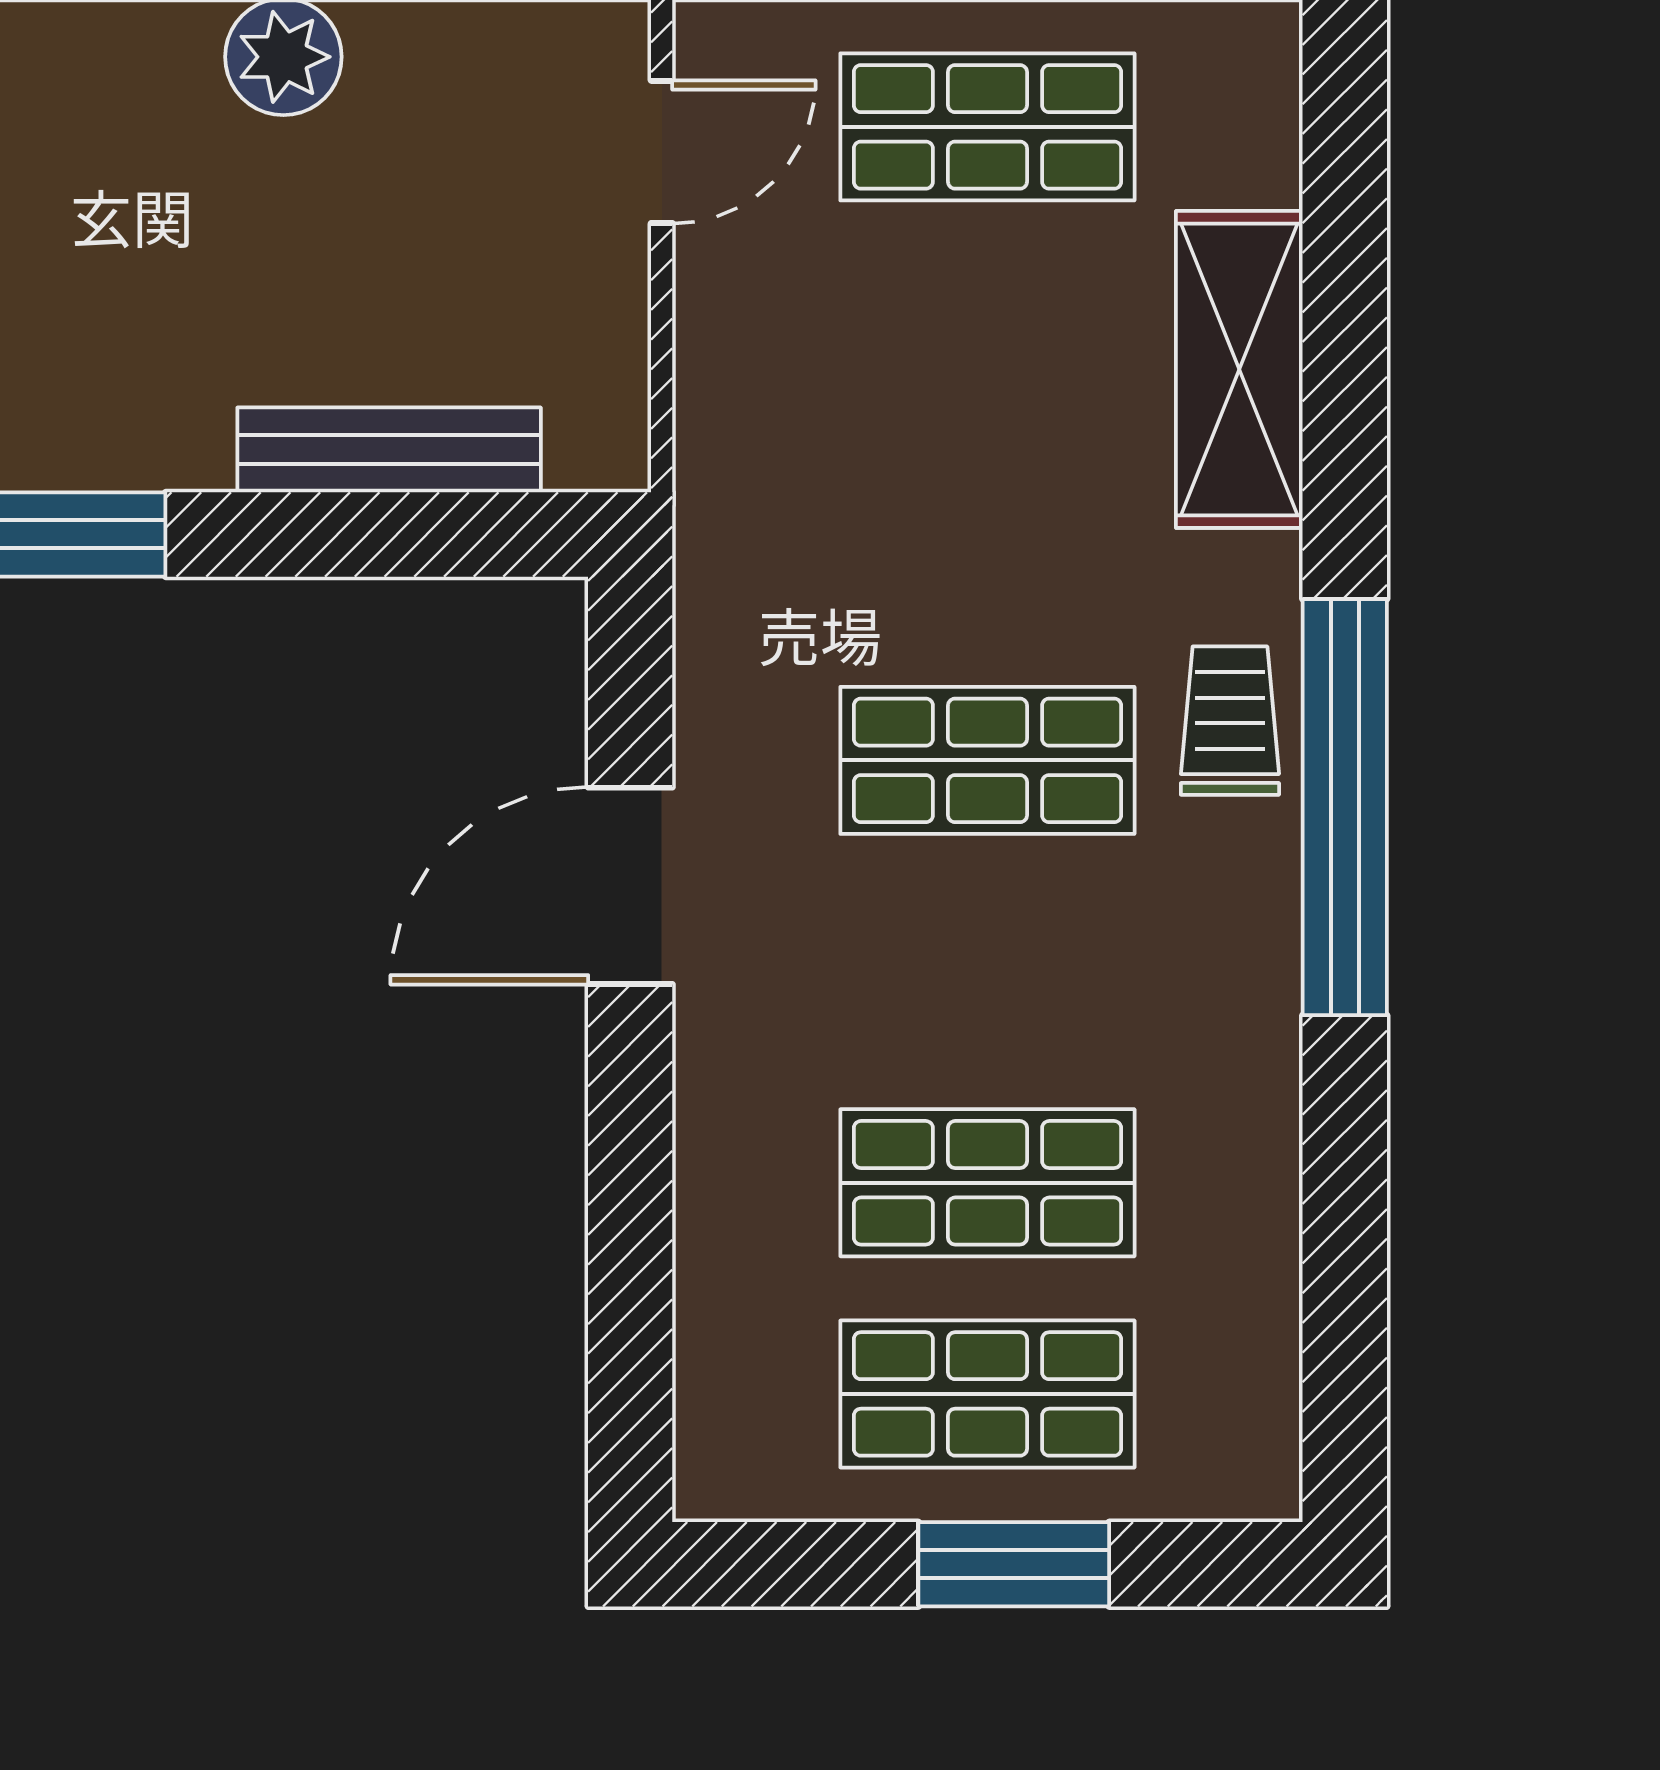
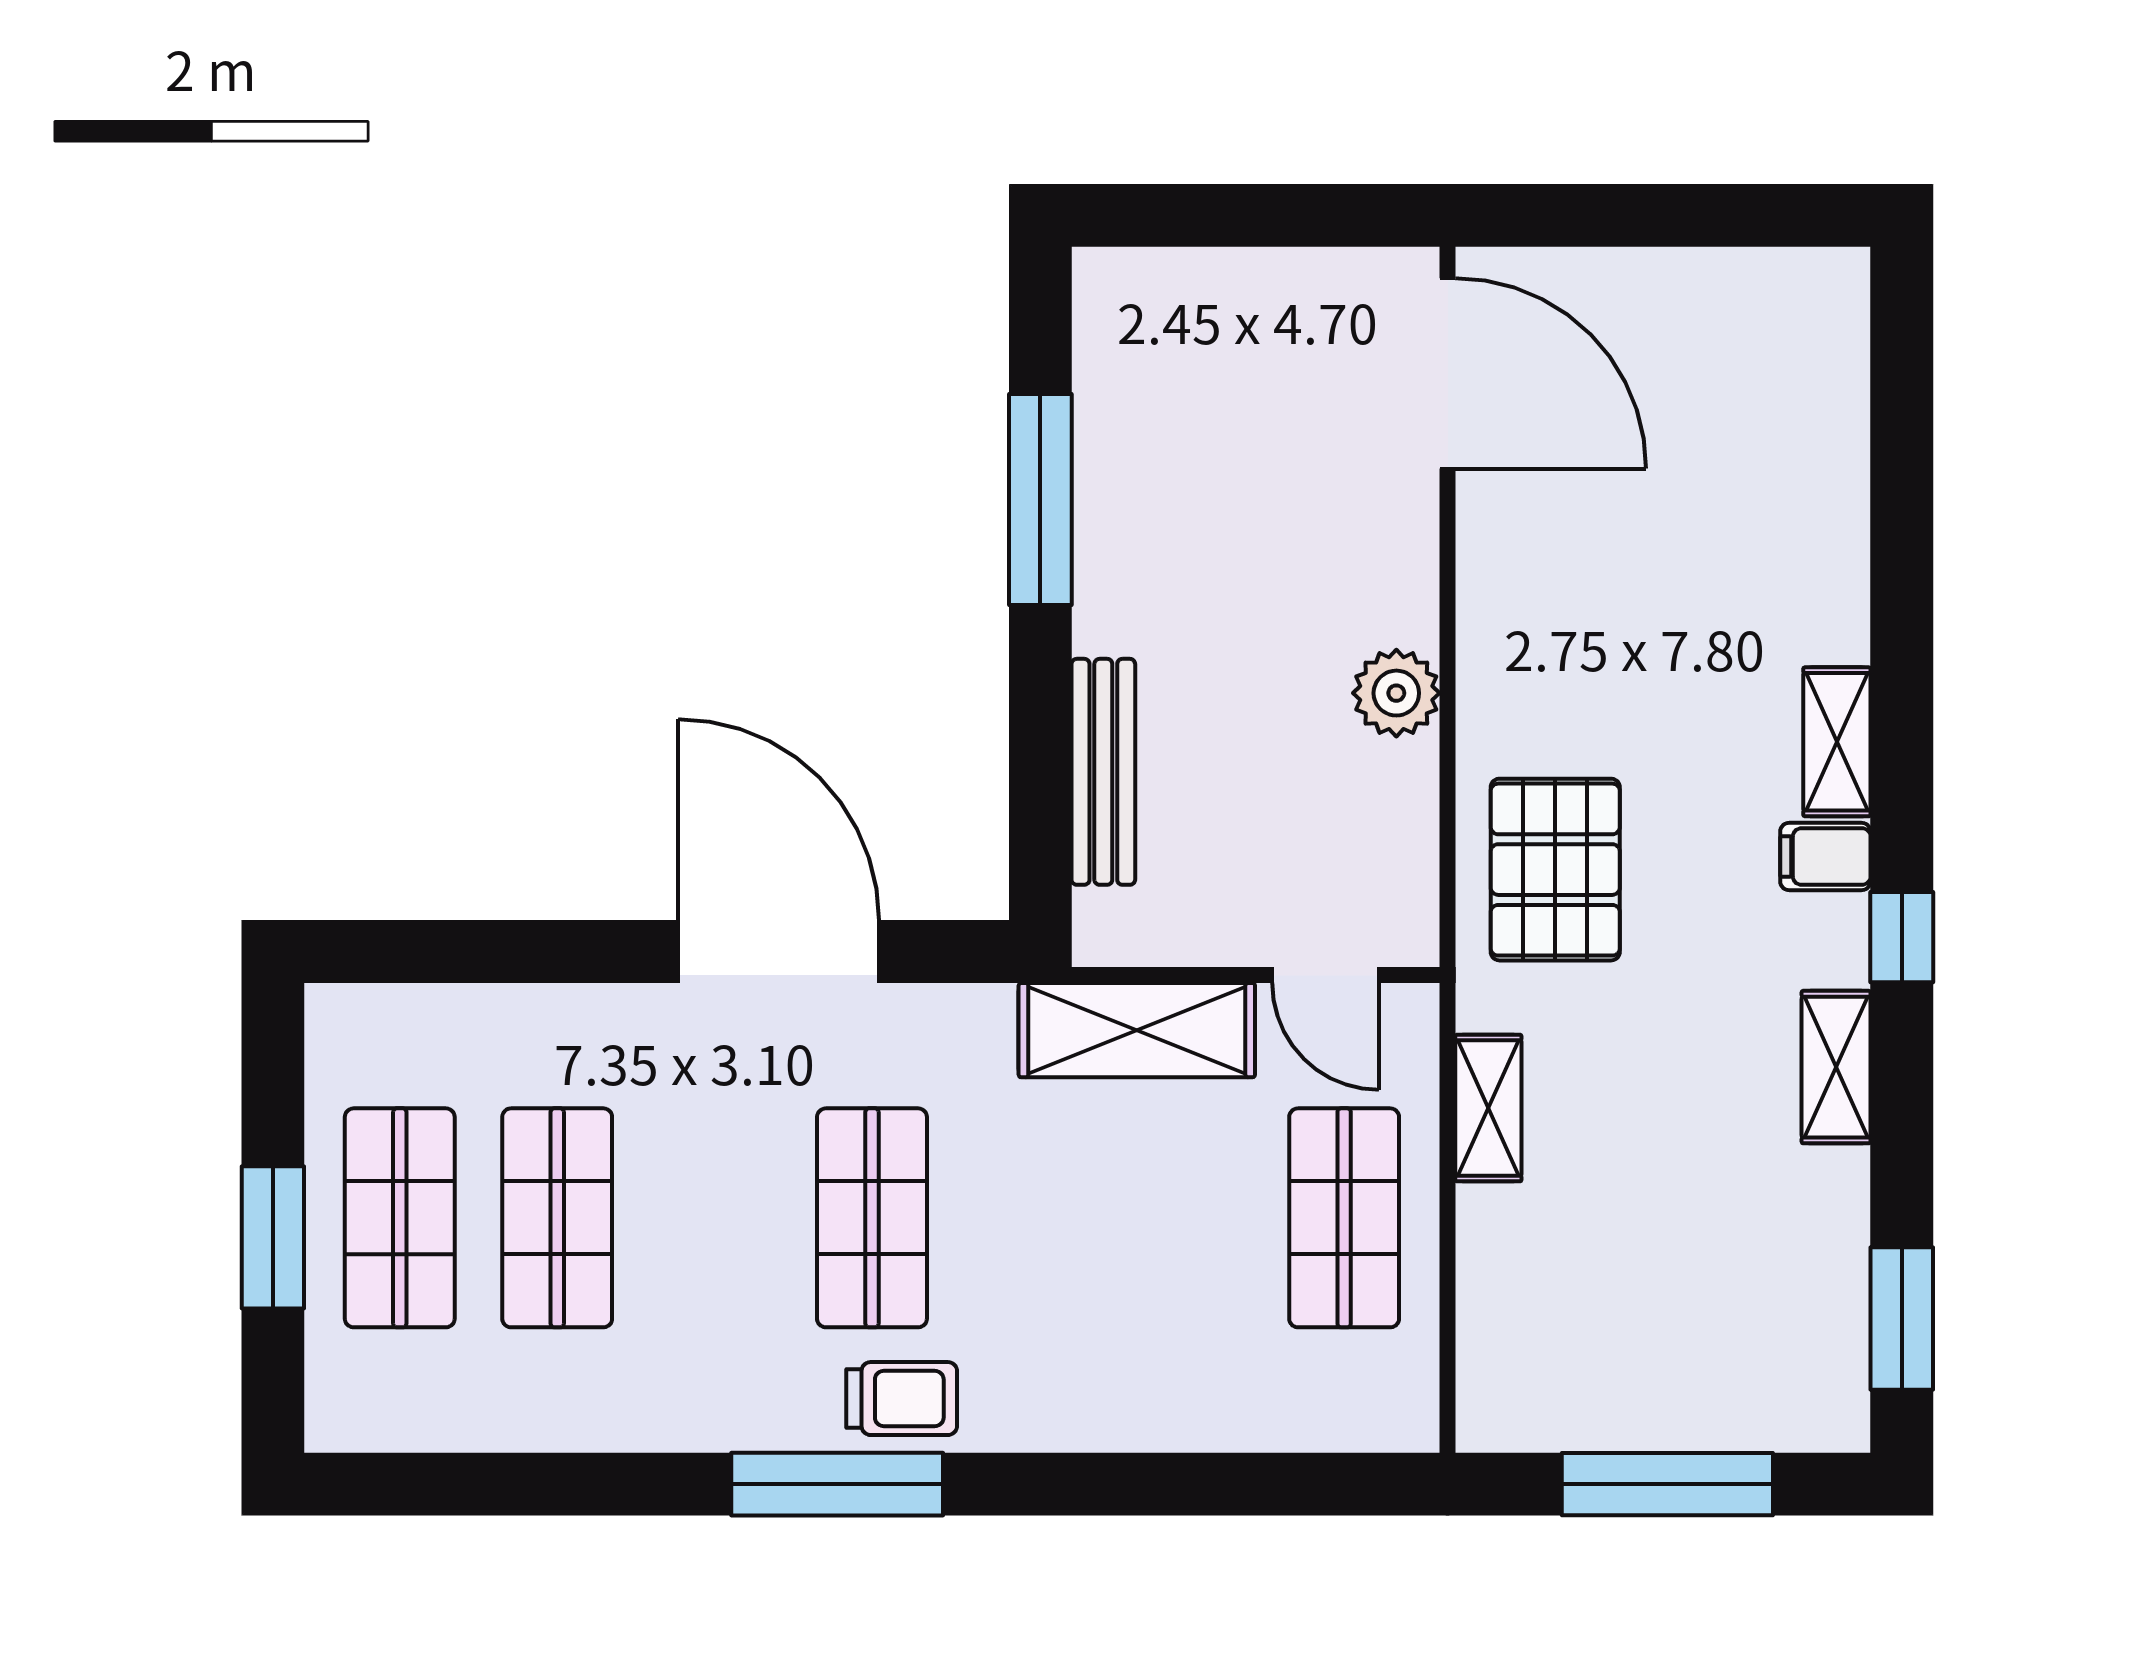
shelving: (1239, 369) -> (1137, 1030), moved
window: (1345, 807) -> (837, 1484), width x0.68
door: (630, 886) -> (779, 952), width x1.36

